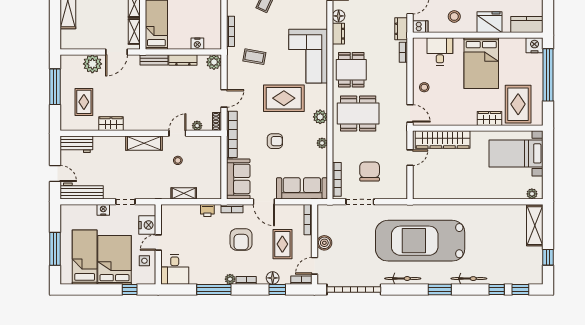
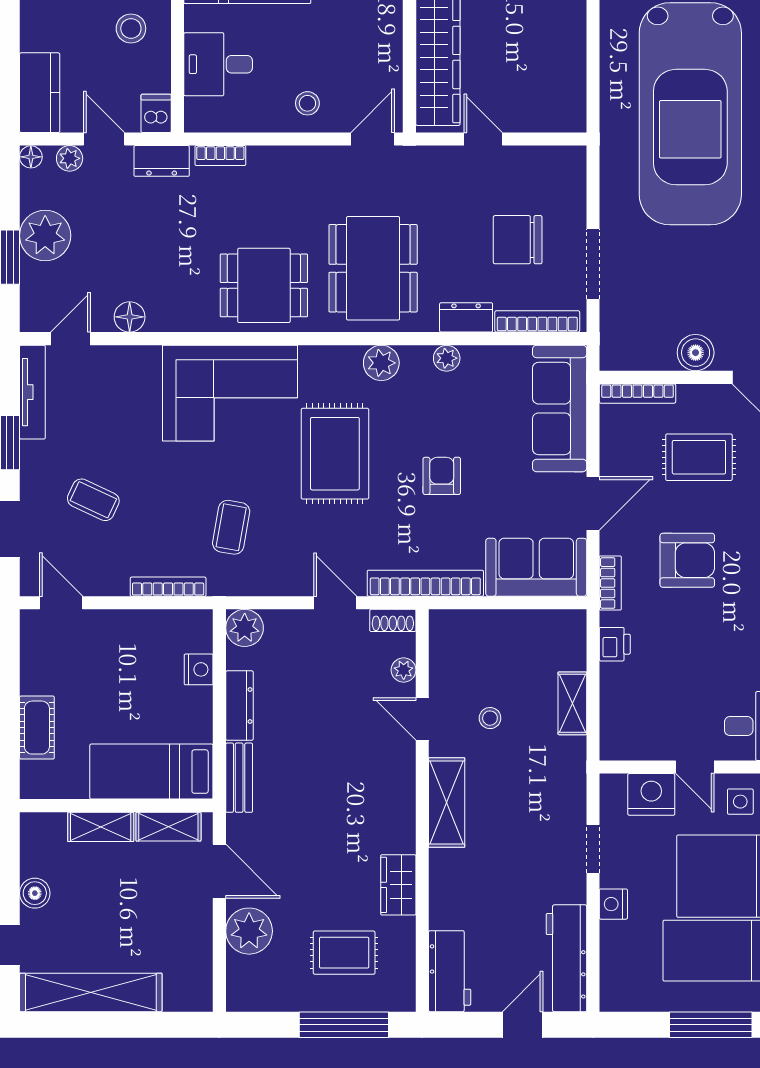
dresser: (338, 34) -> (466, 317), moved
window: (55, 87) -> (344, 1025), moved

